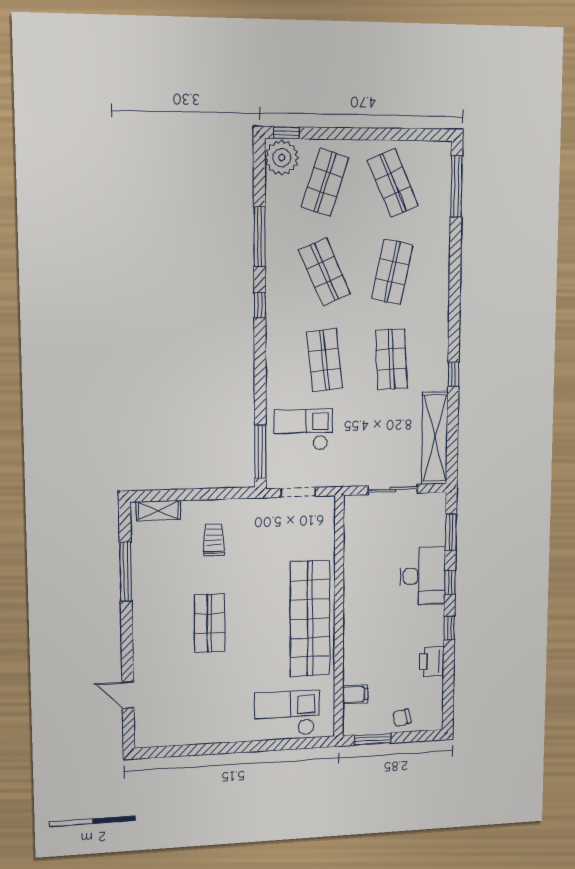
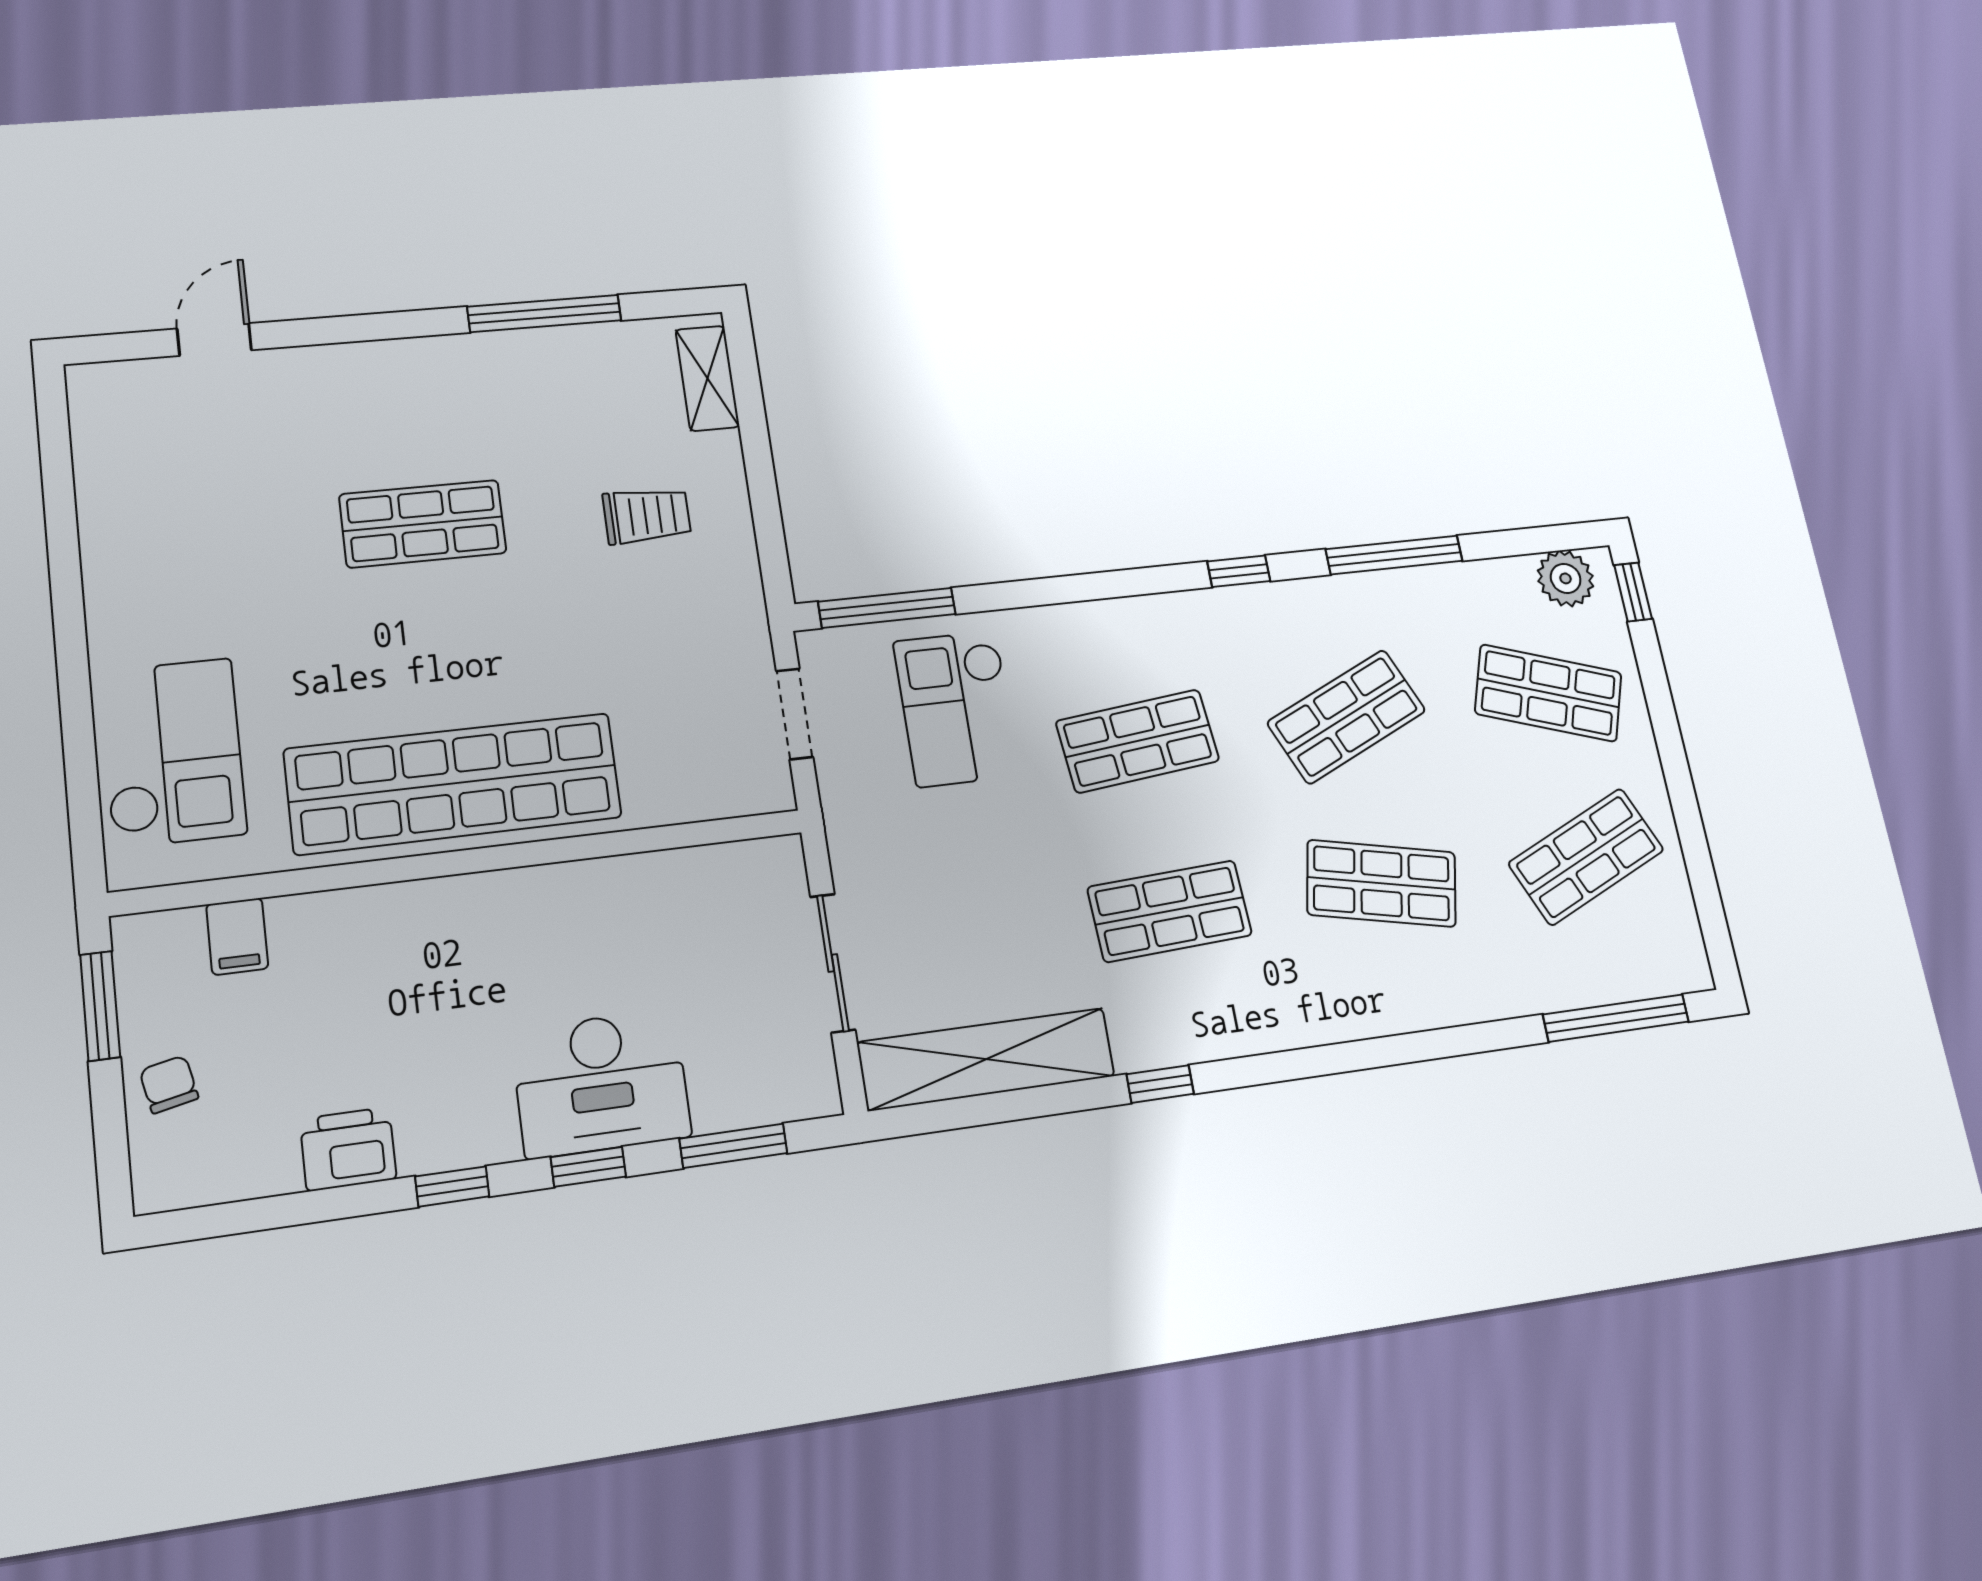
plant: (282, 158) -> (1566, 578), width x0.73, depth x0.73
checkout: (303, 430) -> (957, 708), turned 180

